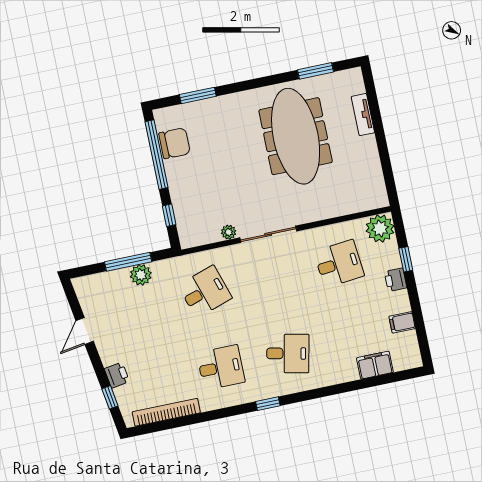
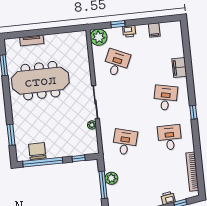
desk: (339, 264) -> (117, 63), turned 30
desk: (205, 292) -> (125, 142), turned 33
filing cabinet: (375, 365) -> (179, 68), moved

